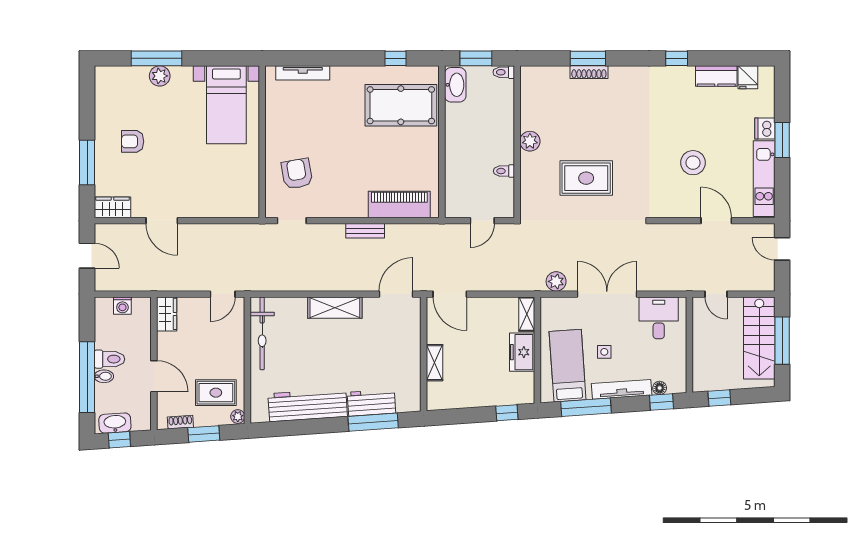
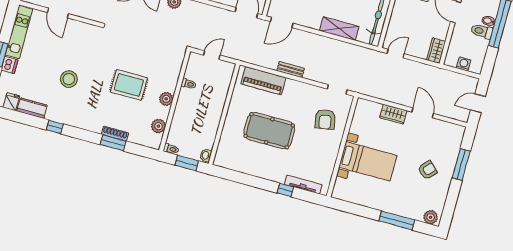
window: (396, 58) -> (285, 190), moved
plant: (160, 76) -> (431, 217), moved
washbasin: (455, 85) -> (206, 155), width x0.52, depth x0.69
plant: (530, 100) -> (158, 126), added
bed with nightstands: (226, 105) -> (368, 161), moved, turned 90
pool table: (401, 105) -> (269, 131), moved
armchair: (133, 141) -> (427, 170), turned -46
stool: (693, 163) -> (69, 79), moved
rug: (586, 178) -> (129, 85), moved
wardrobe: (112, 207) -> (393, 114), moved
door: (87, 256) -> (478, 103), hinge flipped
shelving: (335, 308) -> (339, 29), moved

